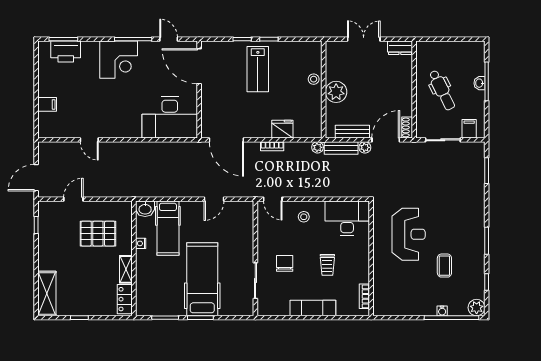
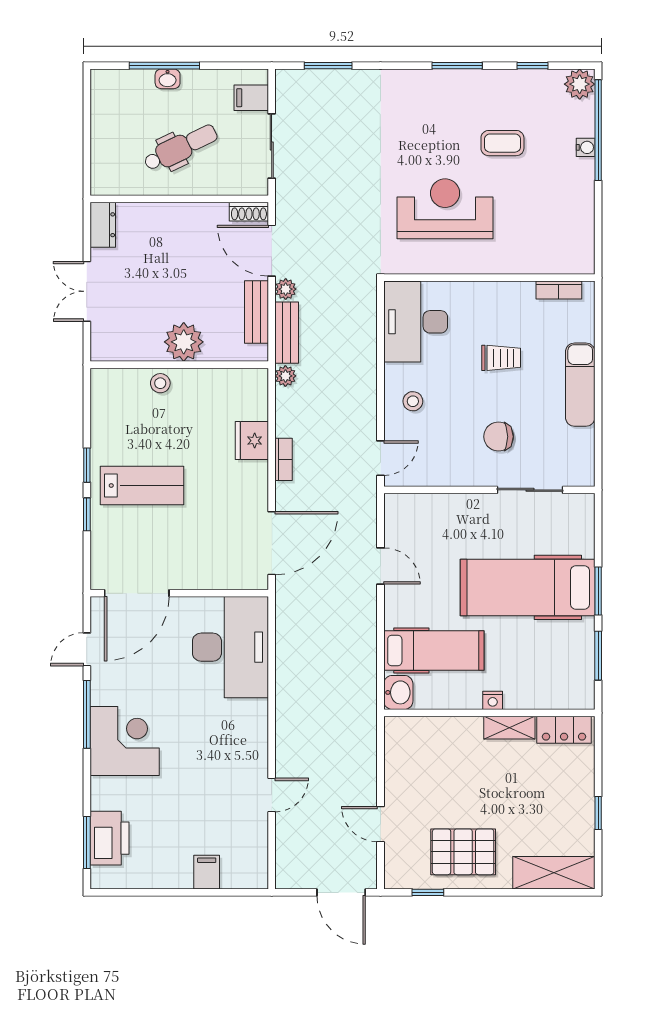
pallet: (98, 234) -> (463, 852), moved, turned 90
nightstand: (141, 243) -> (493, 700), moved

